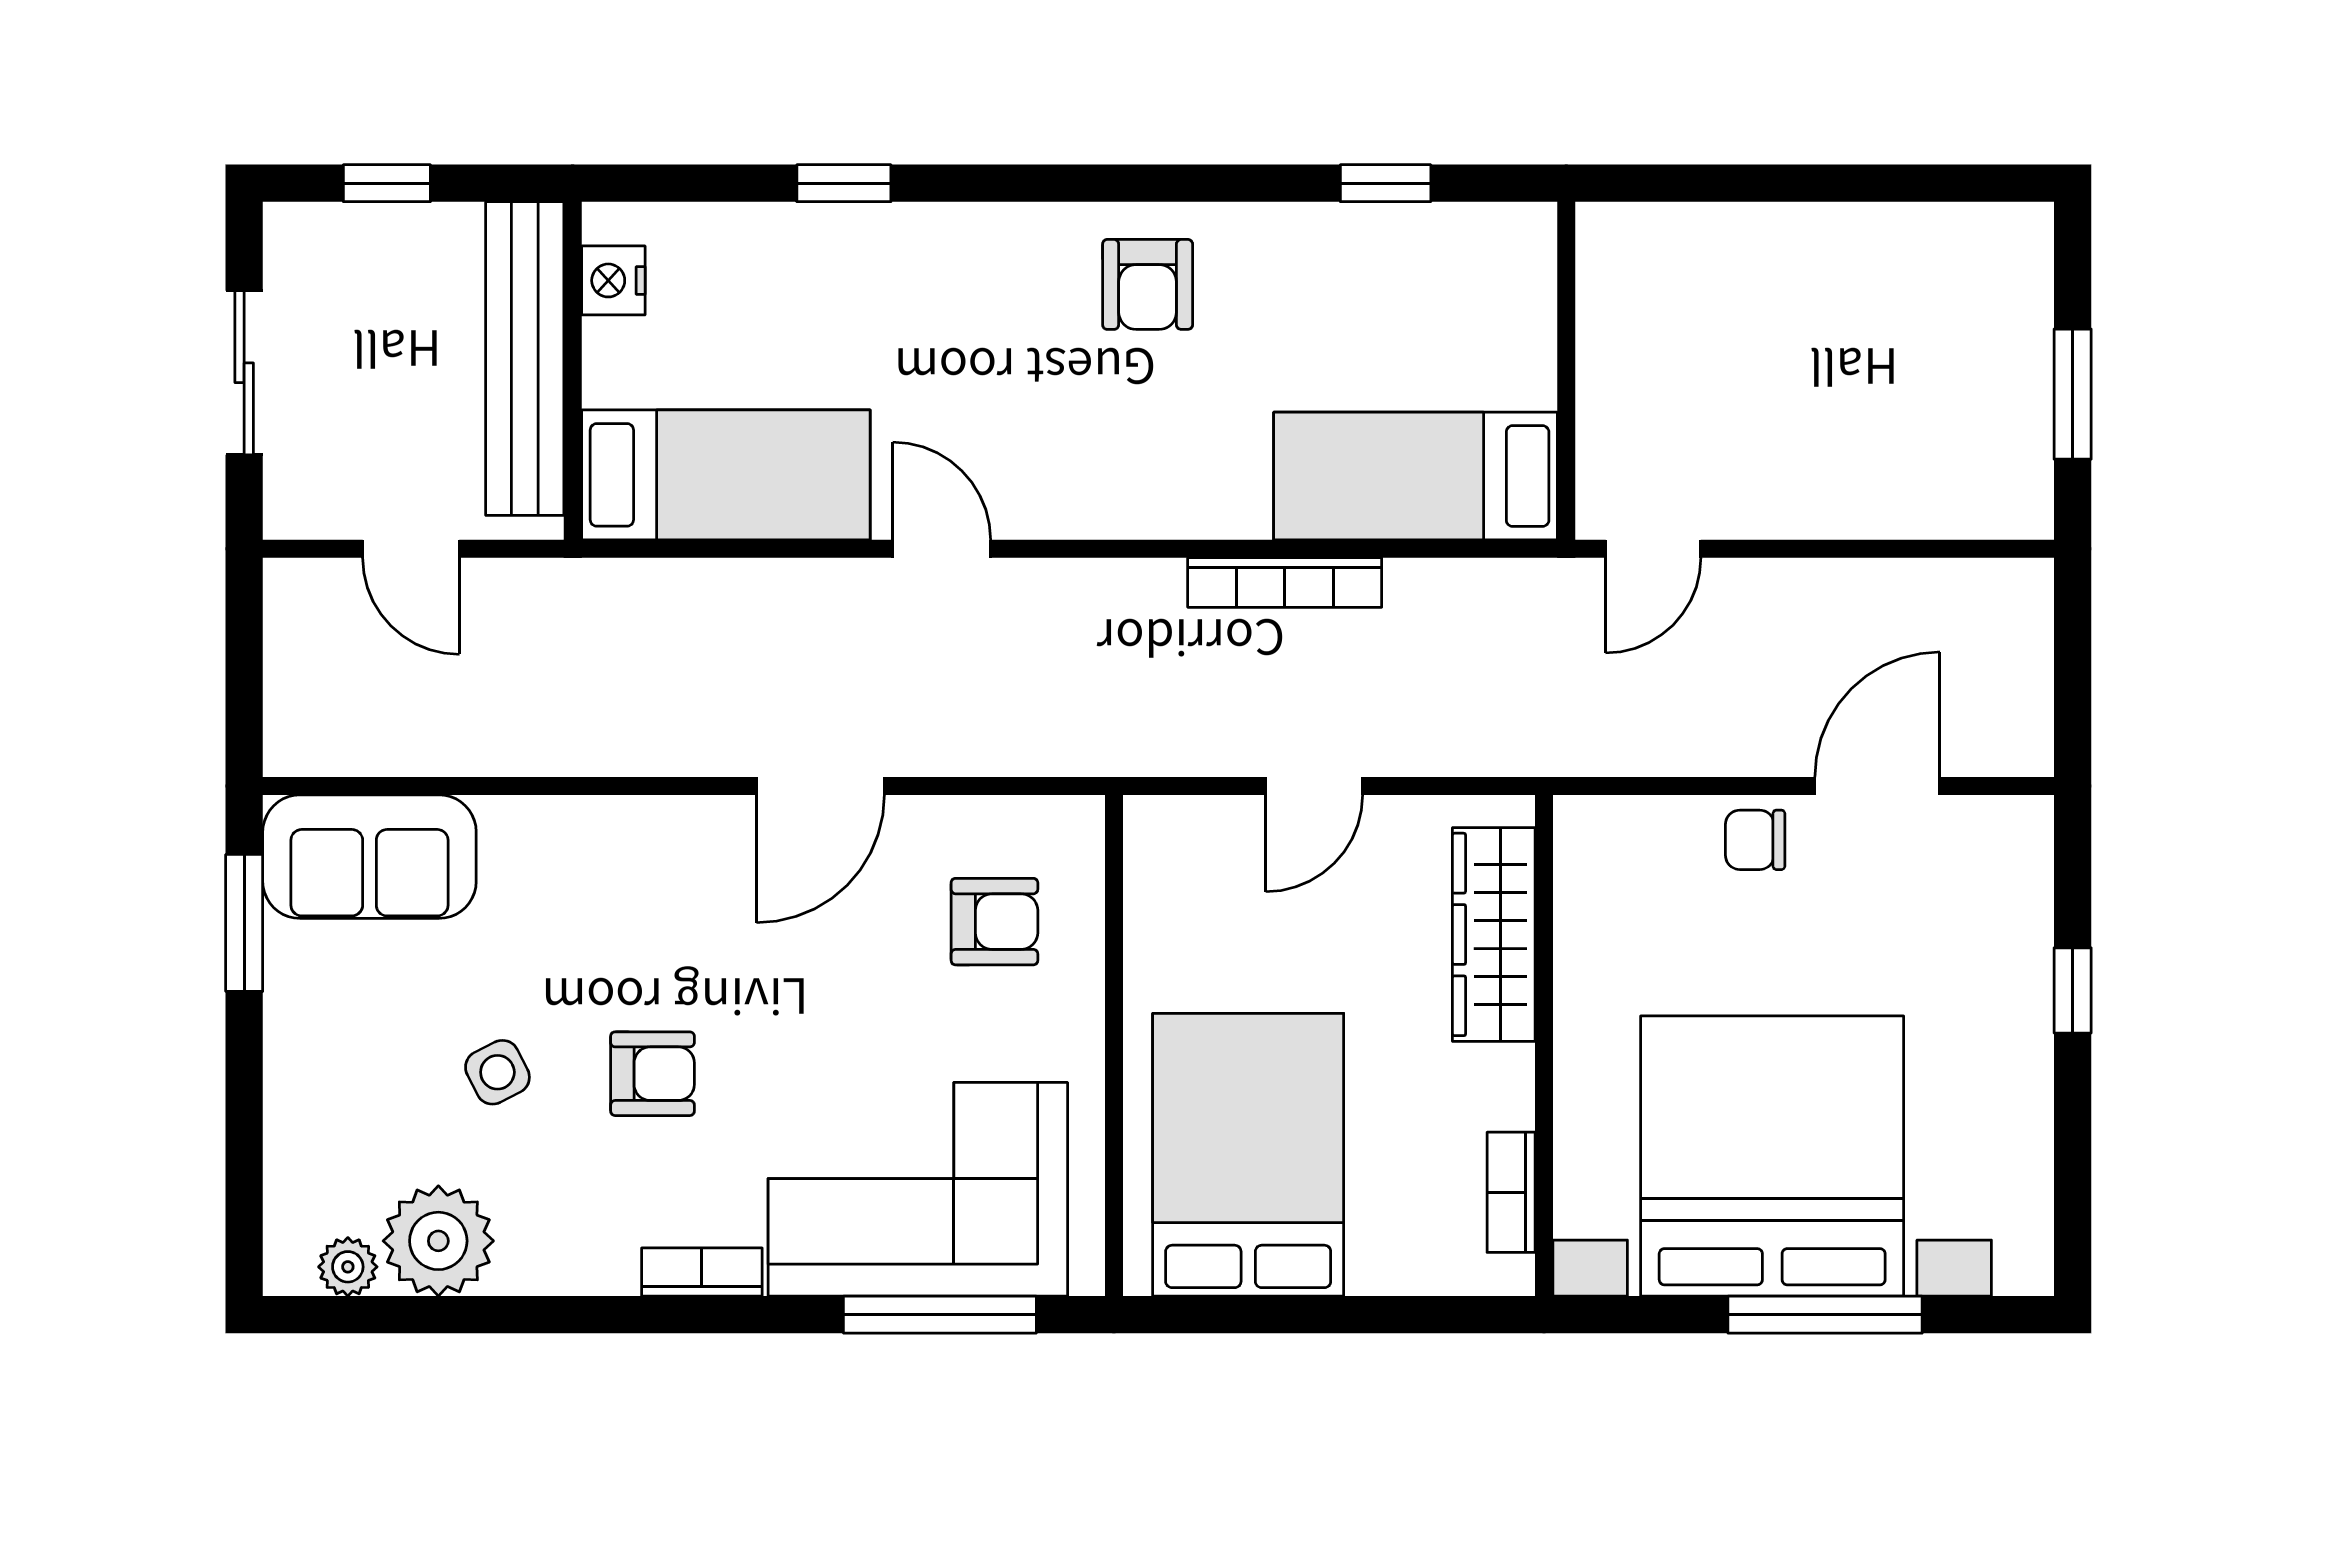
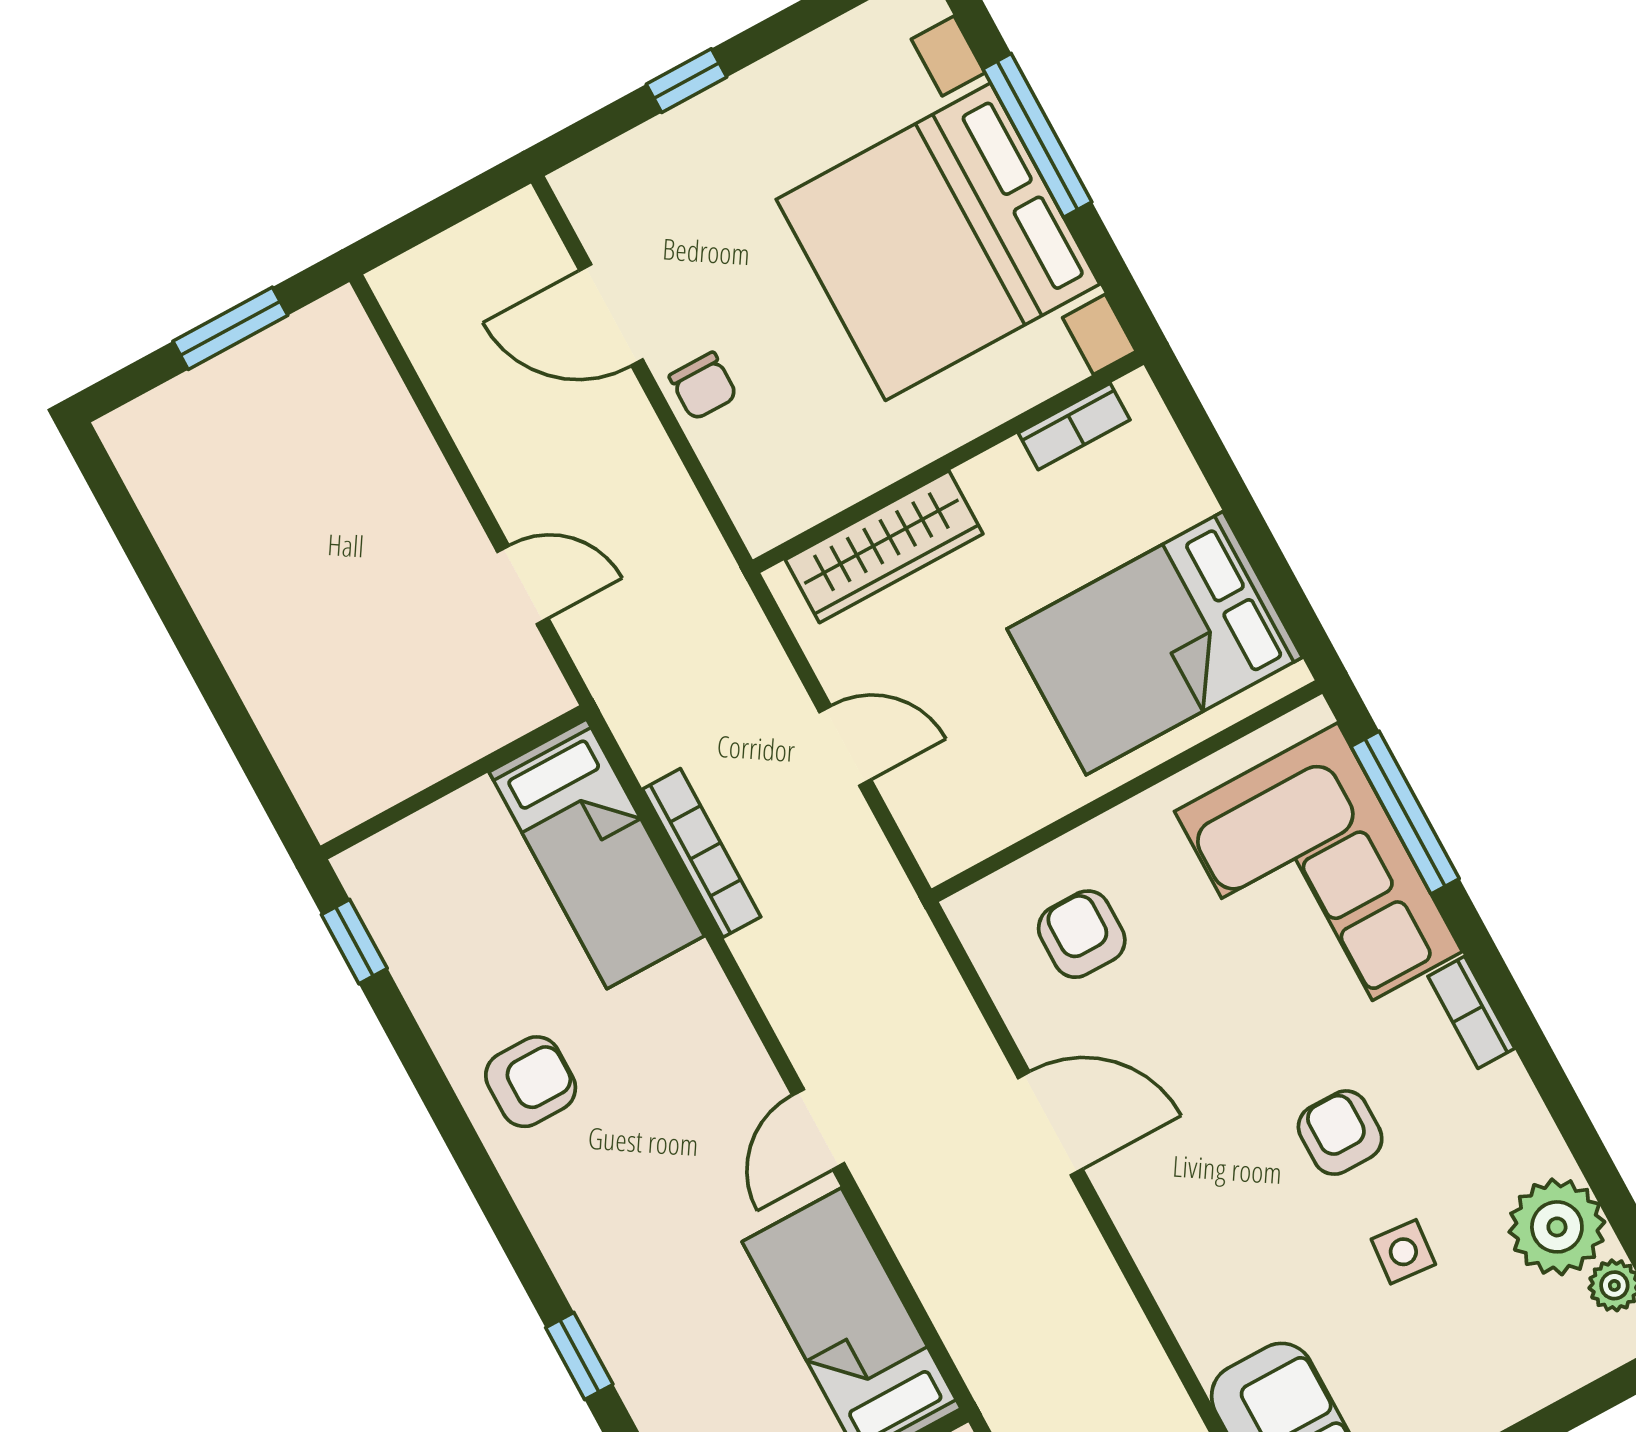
wall: (1566, 371) -> (454, 782), moved
bed: (1416, 476) -> (597, 854), moved
side table: (497, 1072) -> (1403, 1252), turned 32

